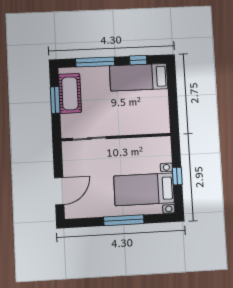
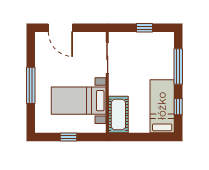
cot: (70, 93) -> (118, 115), moved, turned 90
window: (55, 100) -> (144, 28), width x0.67
bed with nightstands: (144, 189) -> (79, 101), moved, turned -90

